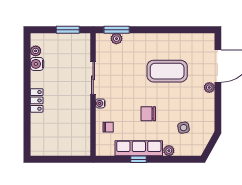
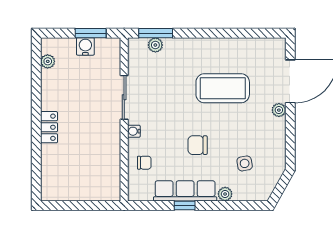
water cooler: (37, 64) -> (85, 46), moved, turned 90

